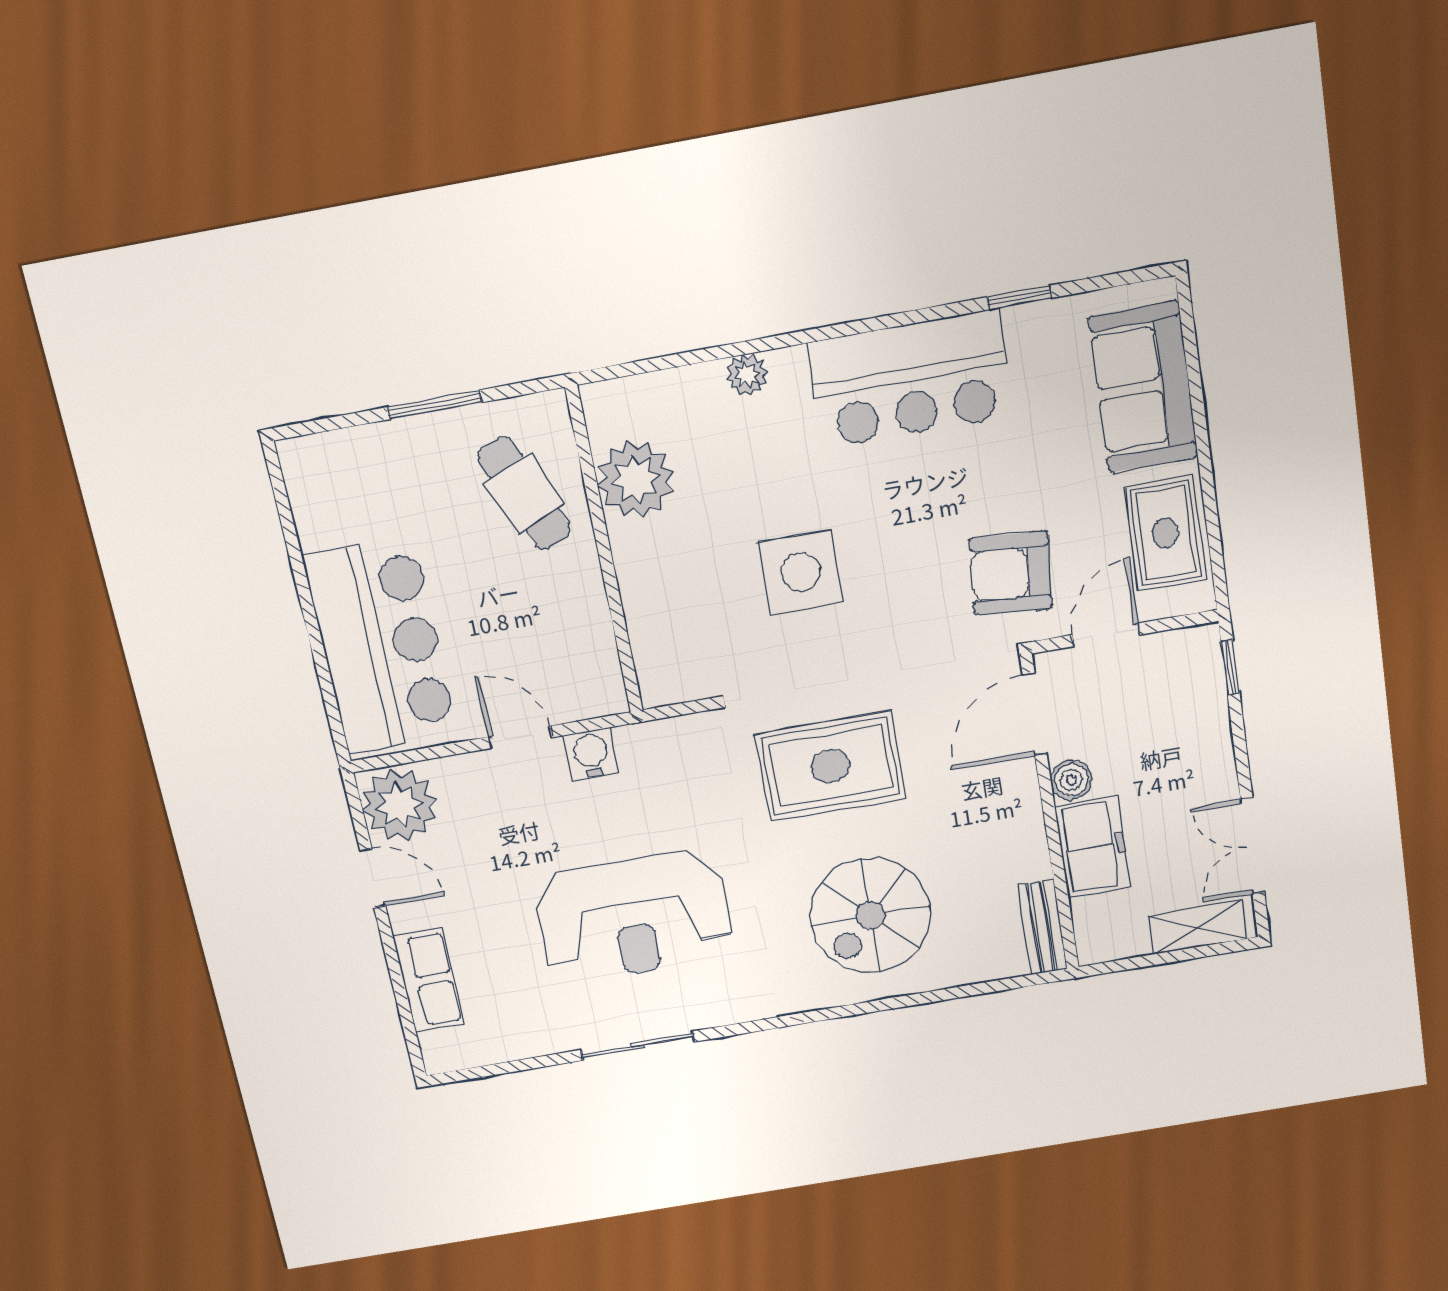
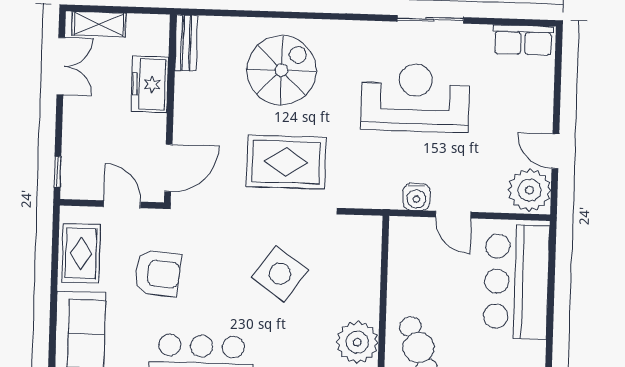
side table: (801, 572) -> (280, 274), turned 36
armchair: (1011, 573) -> (158, 273), moved
door: (1106, 635) -> (122, 204), swing flipped
boiler: (1071, 780) -> (155, 126), removed
row of seats: (428, 980) -> (523, 40), moved, turned -90

